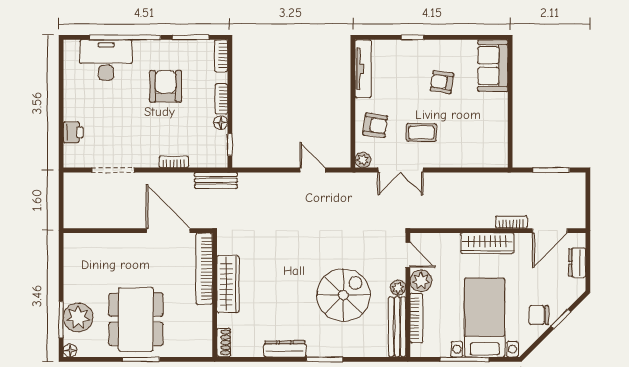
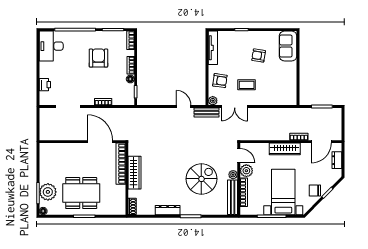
desk: (106, 60) -> (51, 46), moved, turned -90
bench: (216, 180) -> (206, 112), moved
dining table: (136, 319) -> (81, 193), turned 90

